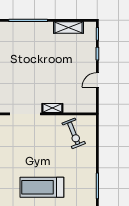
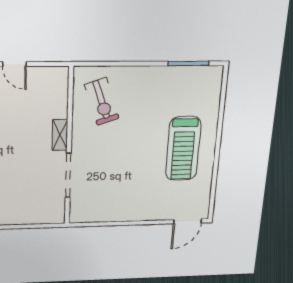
exercise bike: (74, 133) -> (102, 102), turned 93

